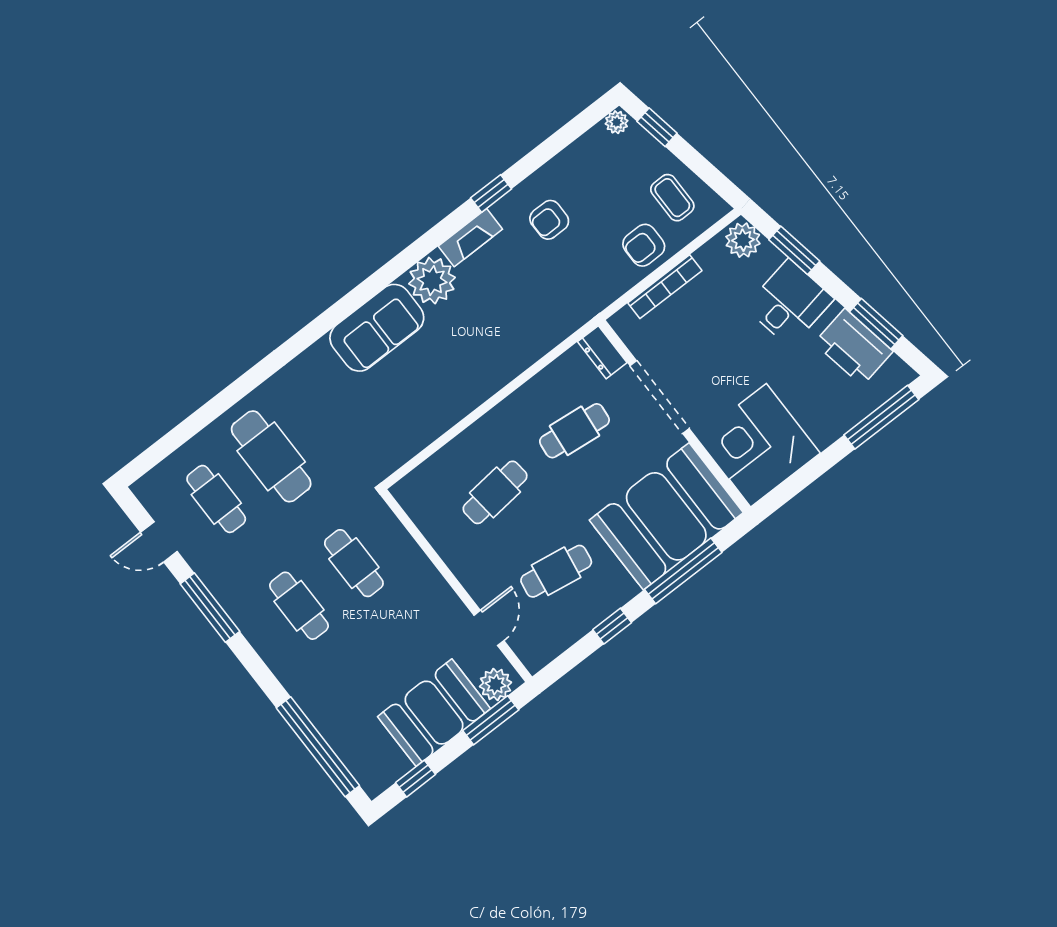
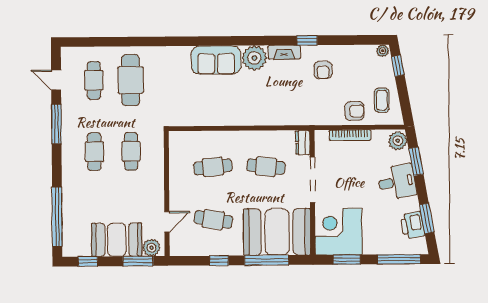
armchair: (549, 220) -> (323, 70), turned -91
armchair: (644, 245) -> (354, 111), turned 180
printer: (854, 347) -> (413, 225), width x0.73, depth x0.84
window: (803, 478) -> (347, 260), added

